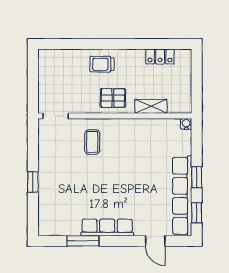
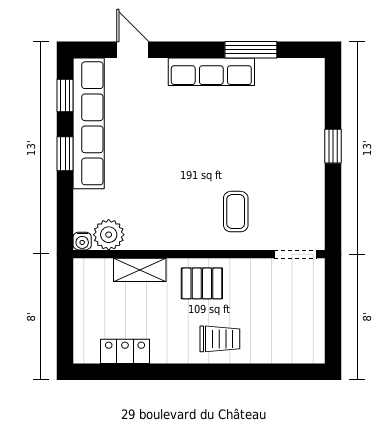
plant: (170, 128) -> (109, 235), added

